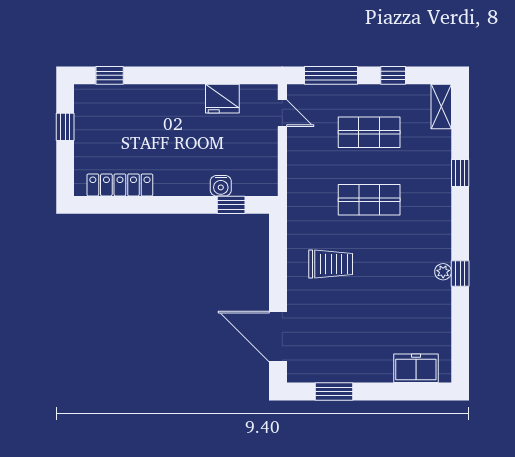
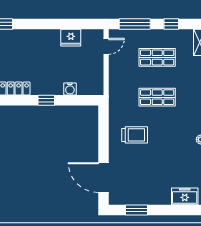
door: (282, 113) -> (106, 46), hinge flipped
window: (231, 205) -> (46, 100), moved

